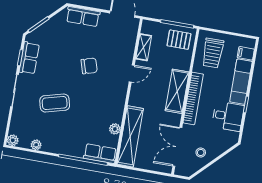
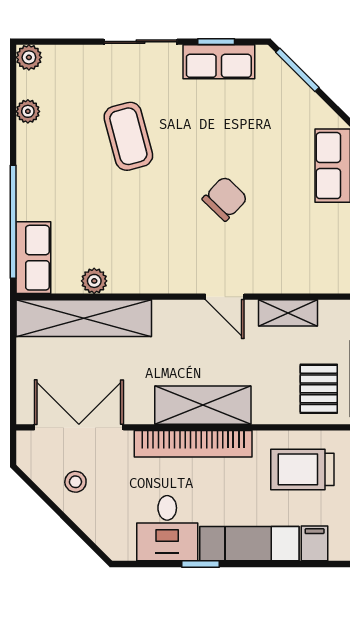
chair: (89, 66) -> (225, 199), turned -119

